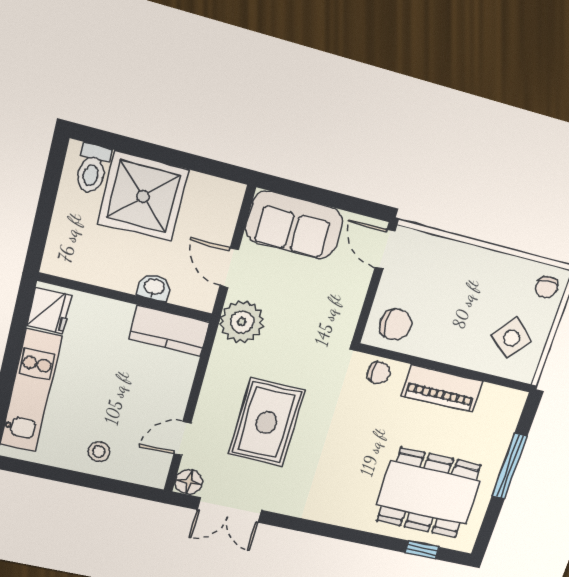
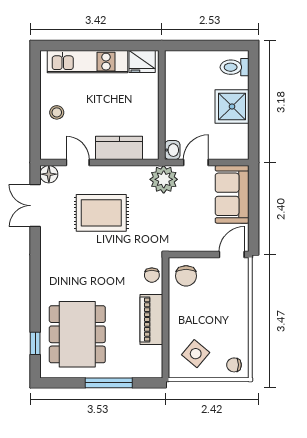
shower: (143, 197) -> (232, 107), width x0.73, depth x0.73
washbasin: (154, 287) -> (172, 150), moved
kitchen counter: (169, 331) -> (119, 148), moved, turned 90

